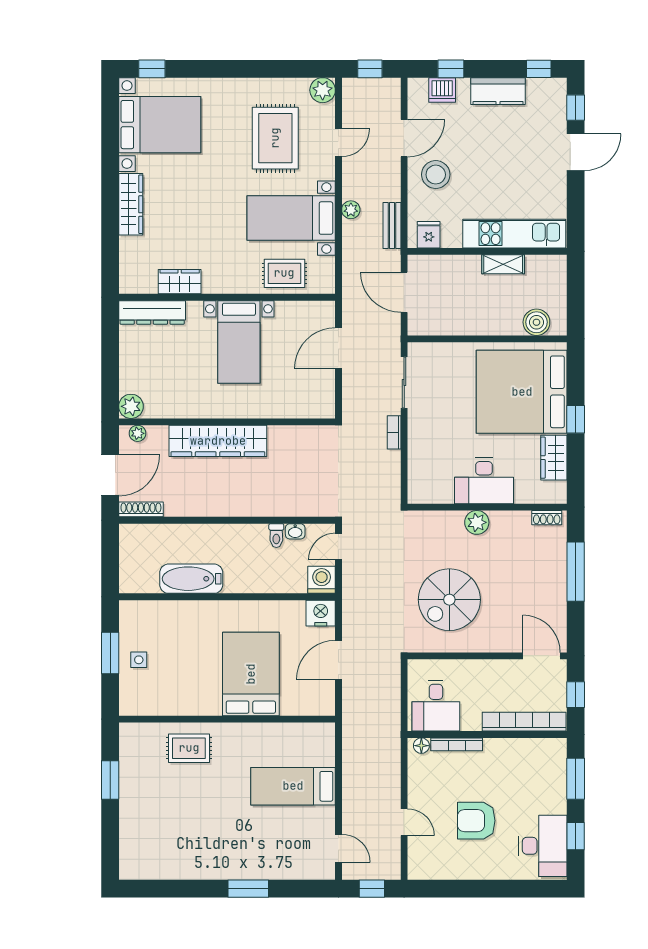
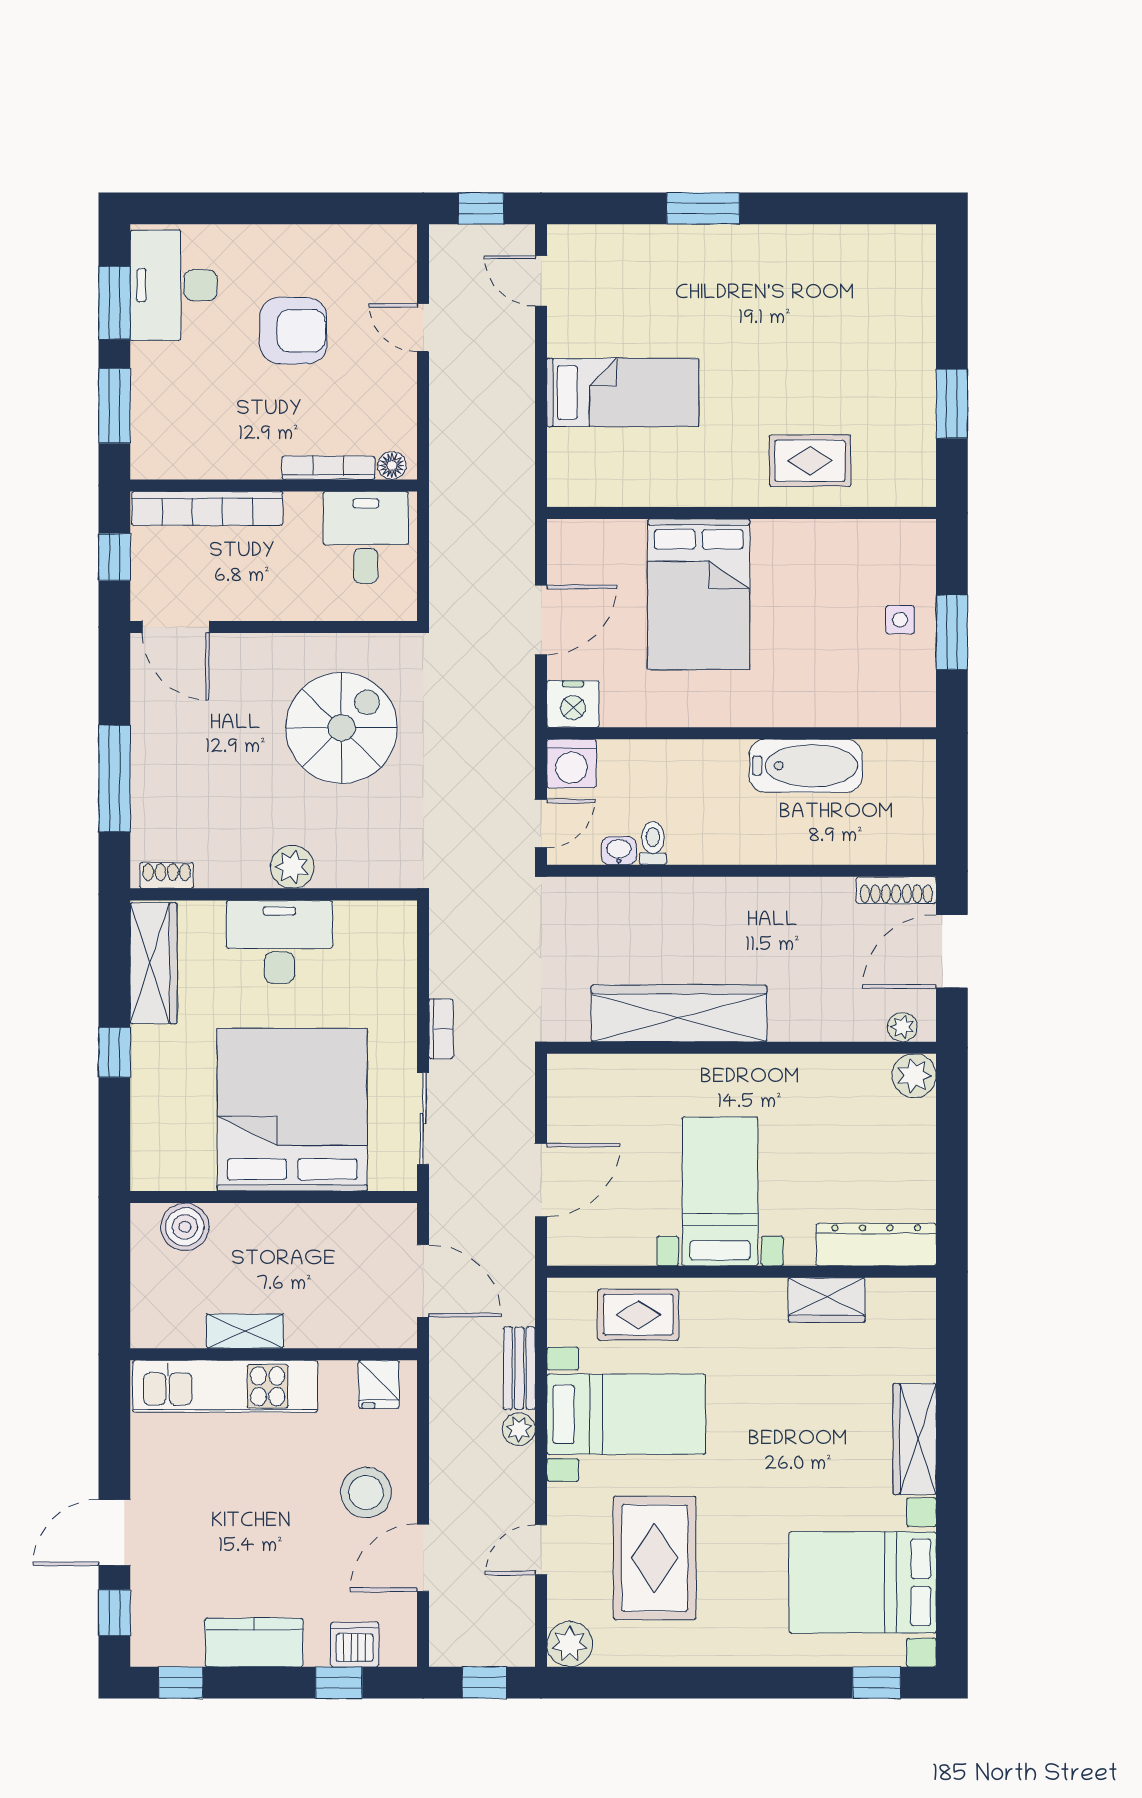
bench: (392, 226) -> (519, 1368), moved
bed: (522, 392) -> (292, 1110), moved, turned -90
wardrobe: (218, 441) -> (679, 1013), moved
wardrobe: (554, 458) -> (154, 963), width x1.50
window: (576, 836) -> (114, 303), width x1.50

